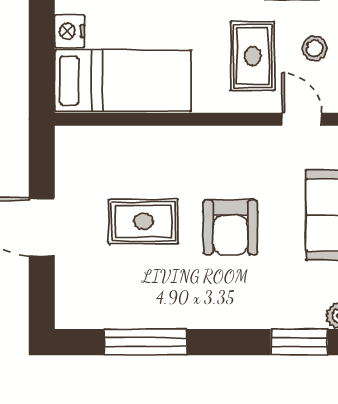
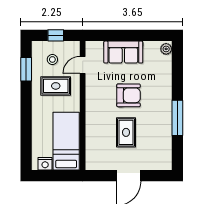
window: (145, 342) -> (177, 118), moved
window: (299, 342) -> (177, 66), removed

